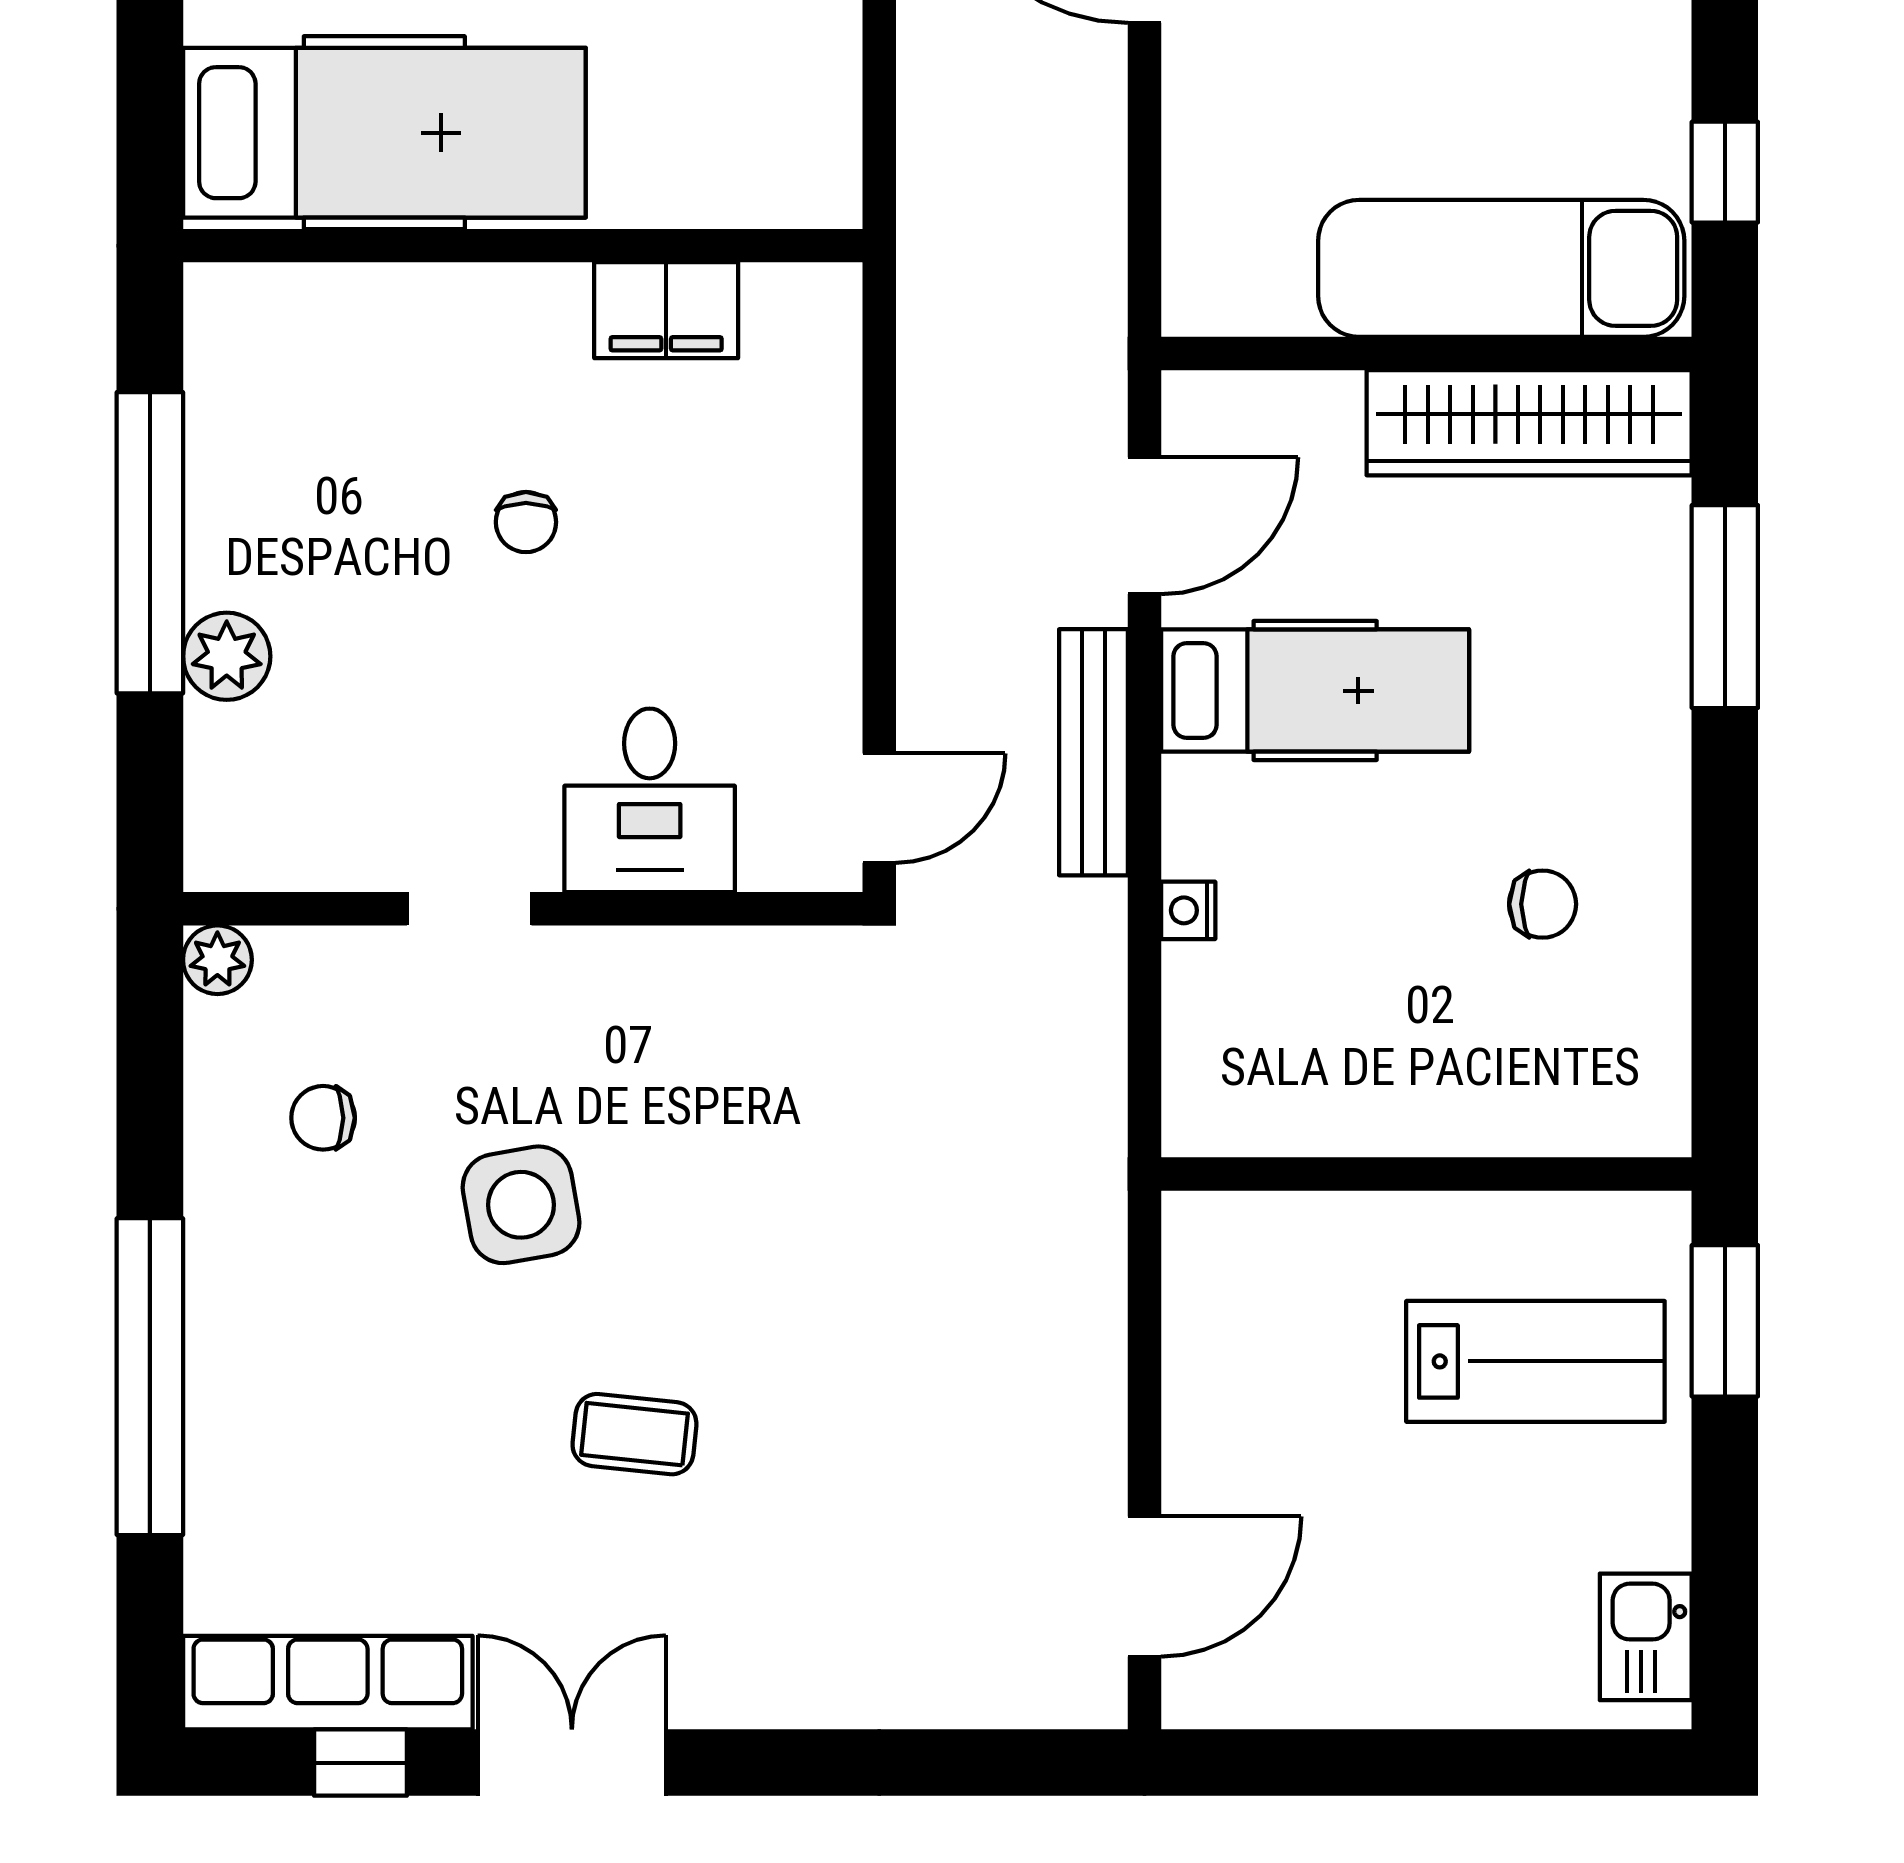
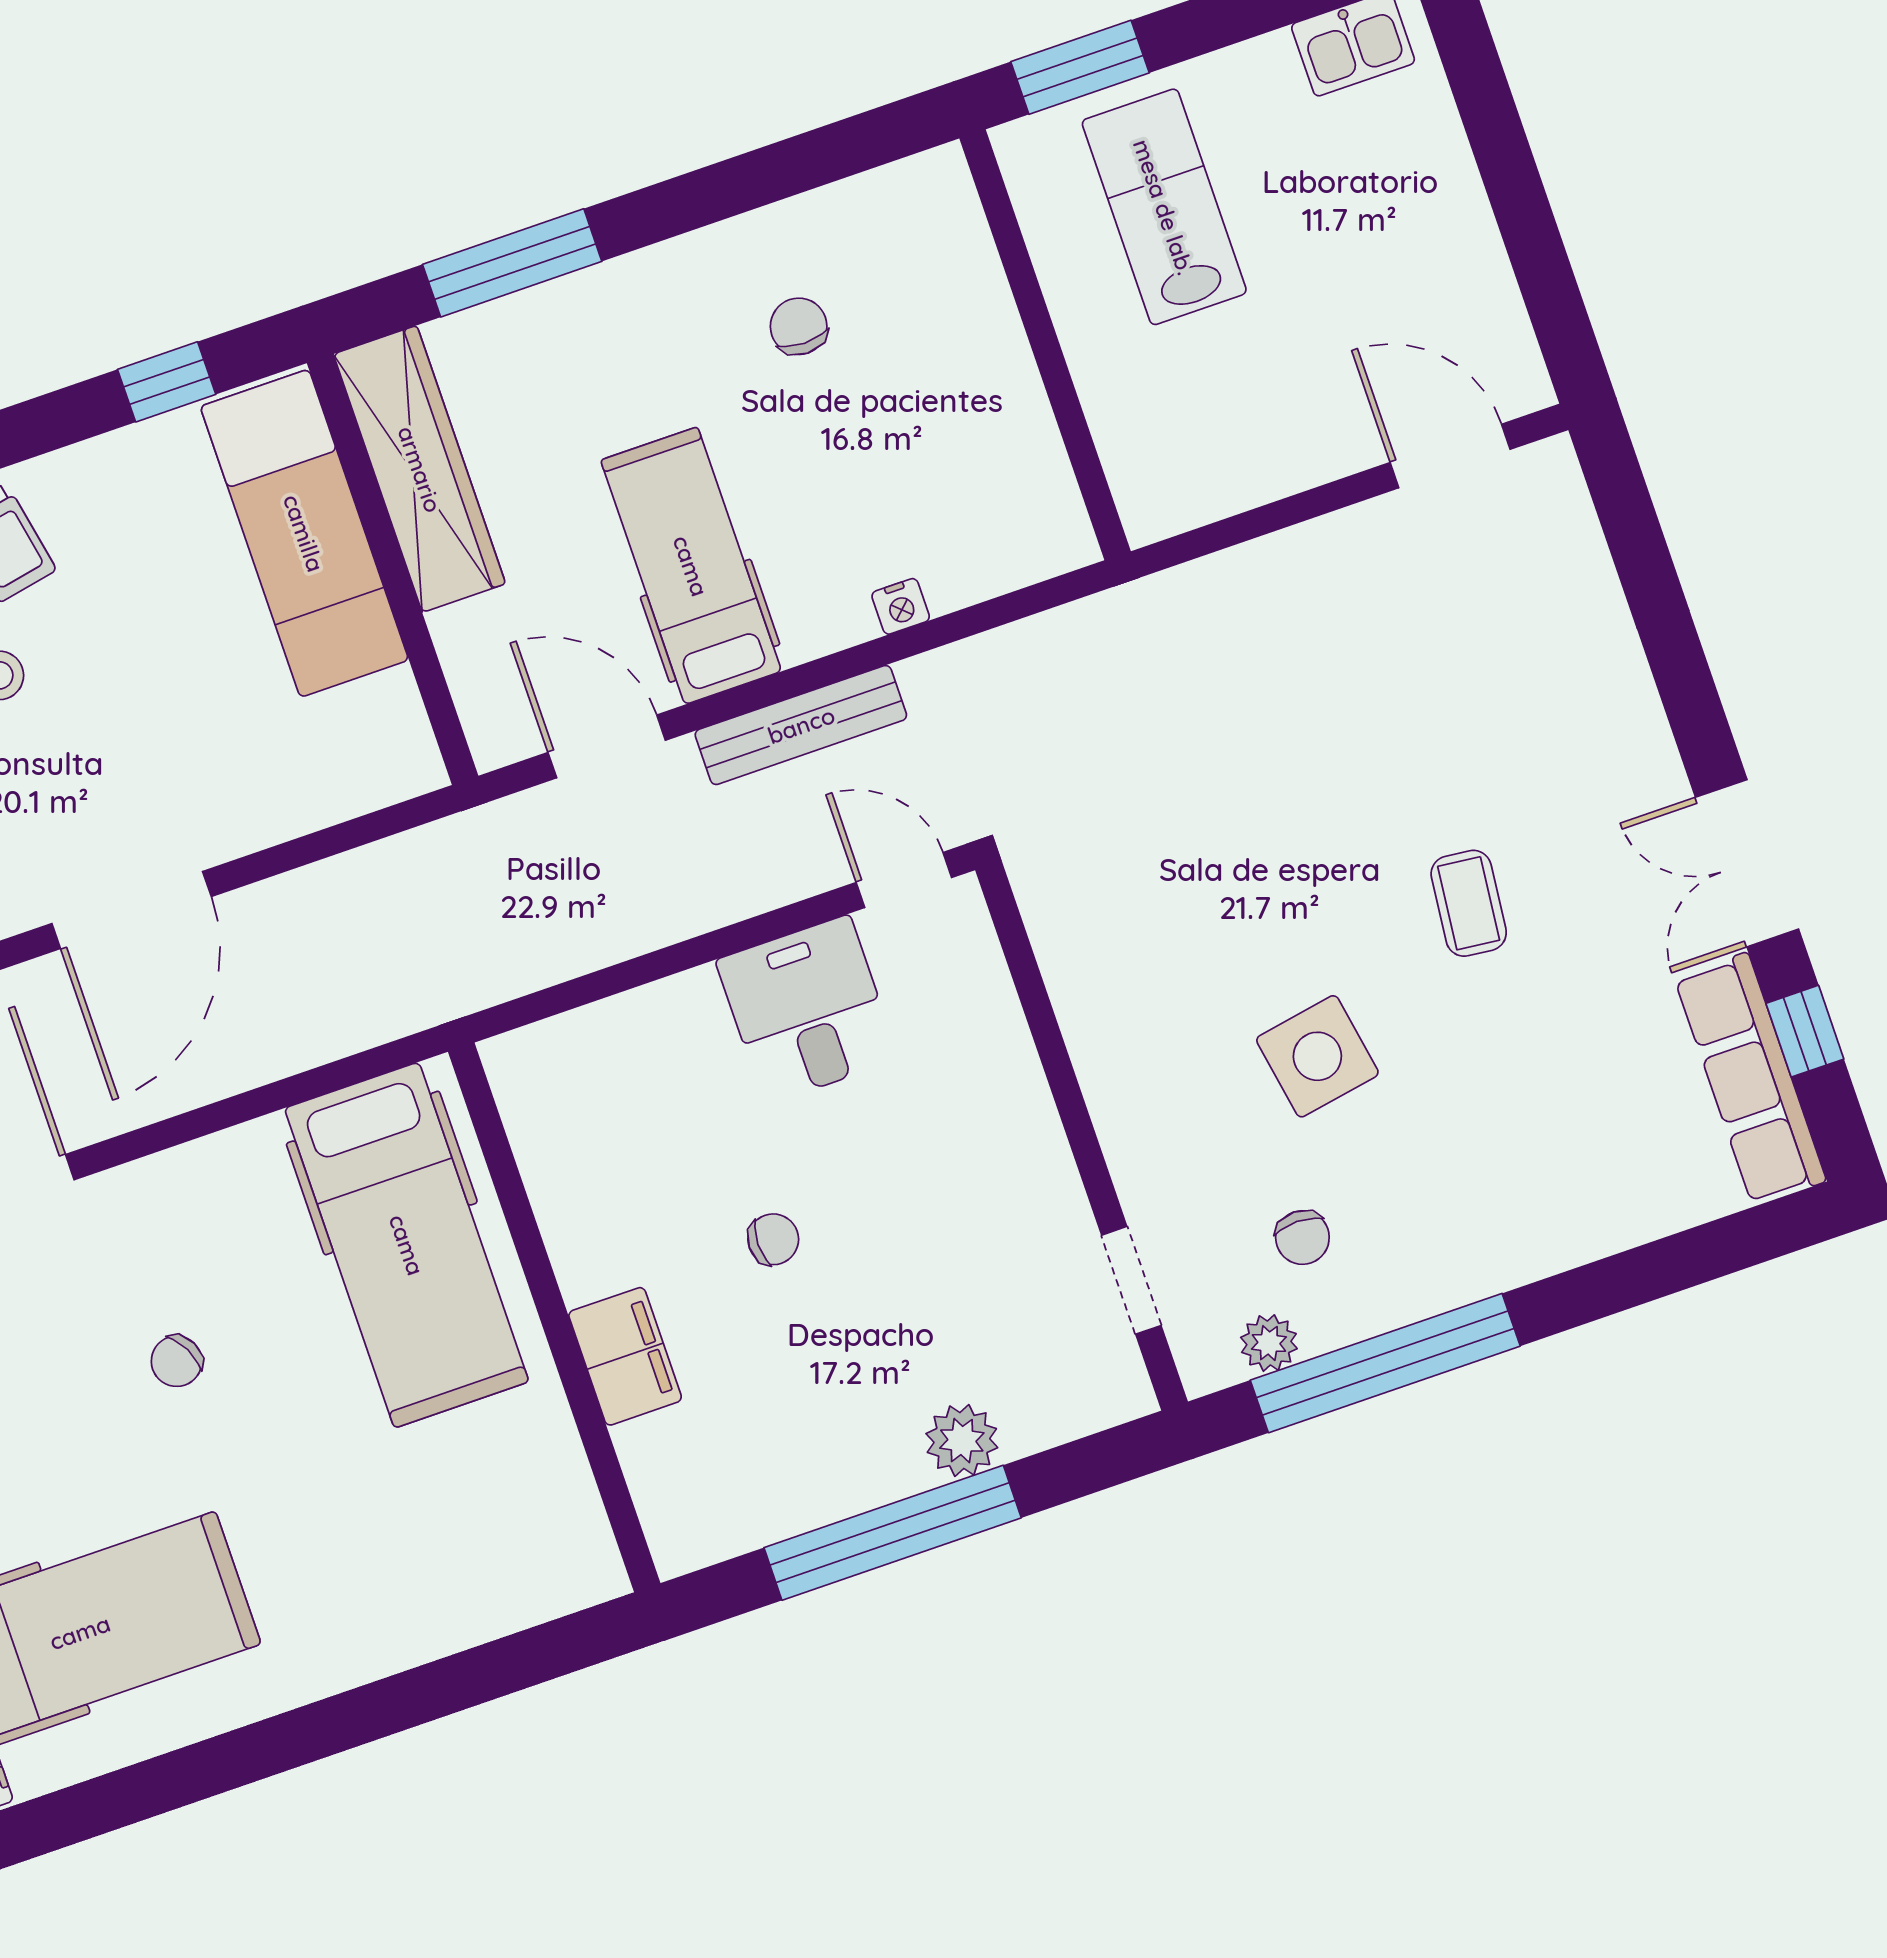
hospital bed: (384, 133) -> (407, 1245), moved, turned 180
filing cabinet: (666, 310) -> (625, 1356), moved
desk: (650, 800) -> (807, 1010), moved, turned -90
doorway: (469, 909) -> (1131, 1280), moved
plant: (217, 960) -> (1269, 1343), moved
window: (150, 1377) -> (1385, 1363), moved

